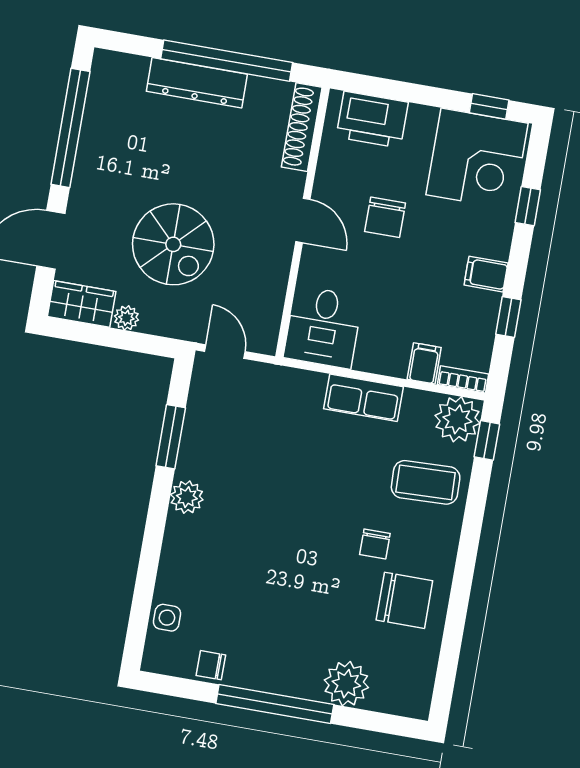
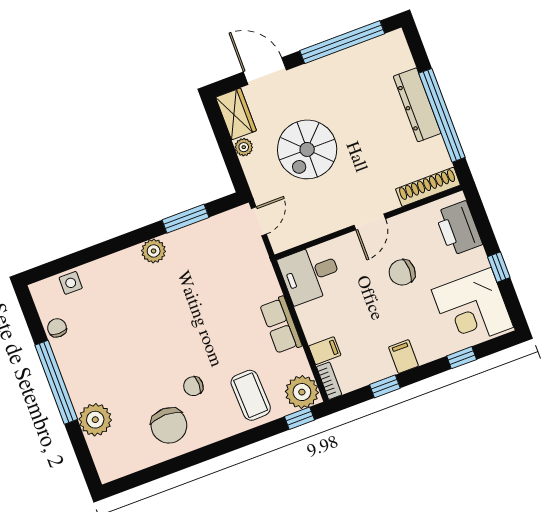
window: (489, 106) -> (499, 267), moved

